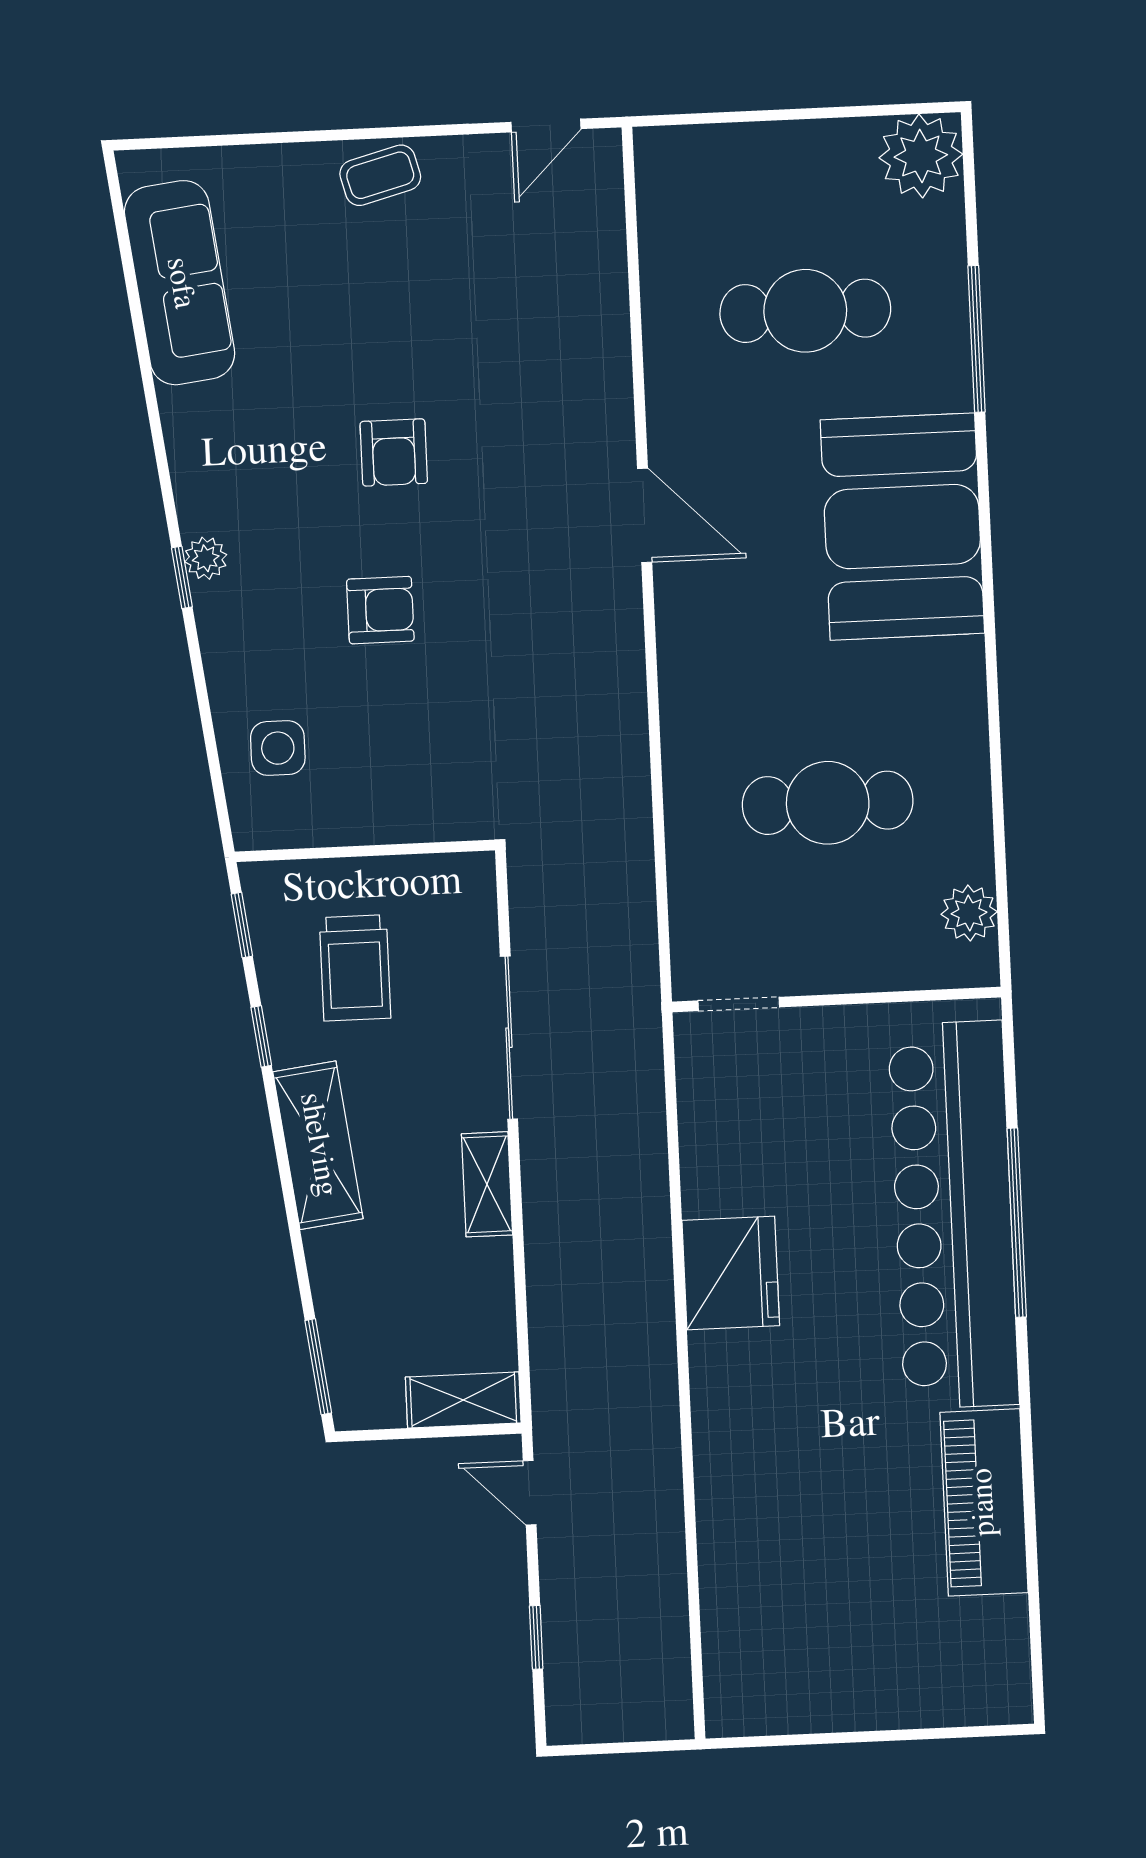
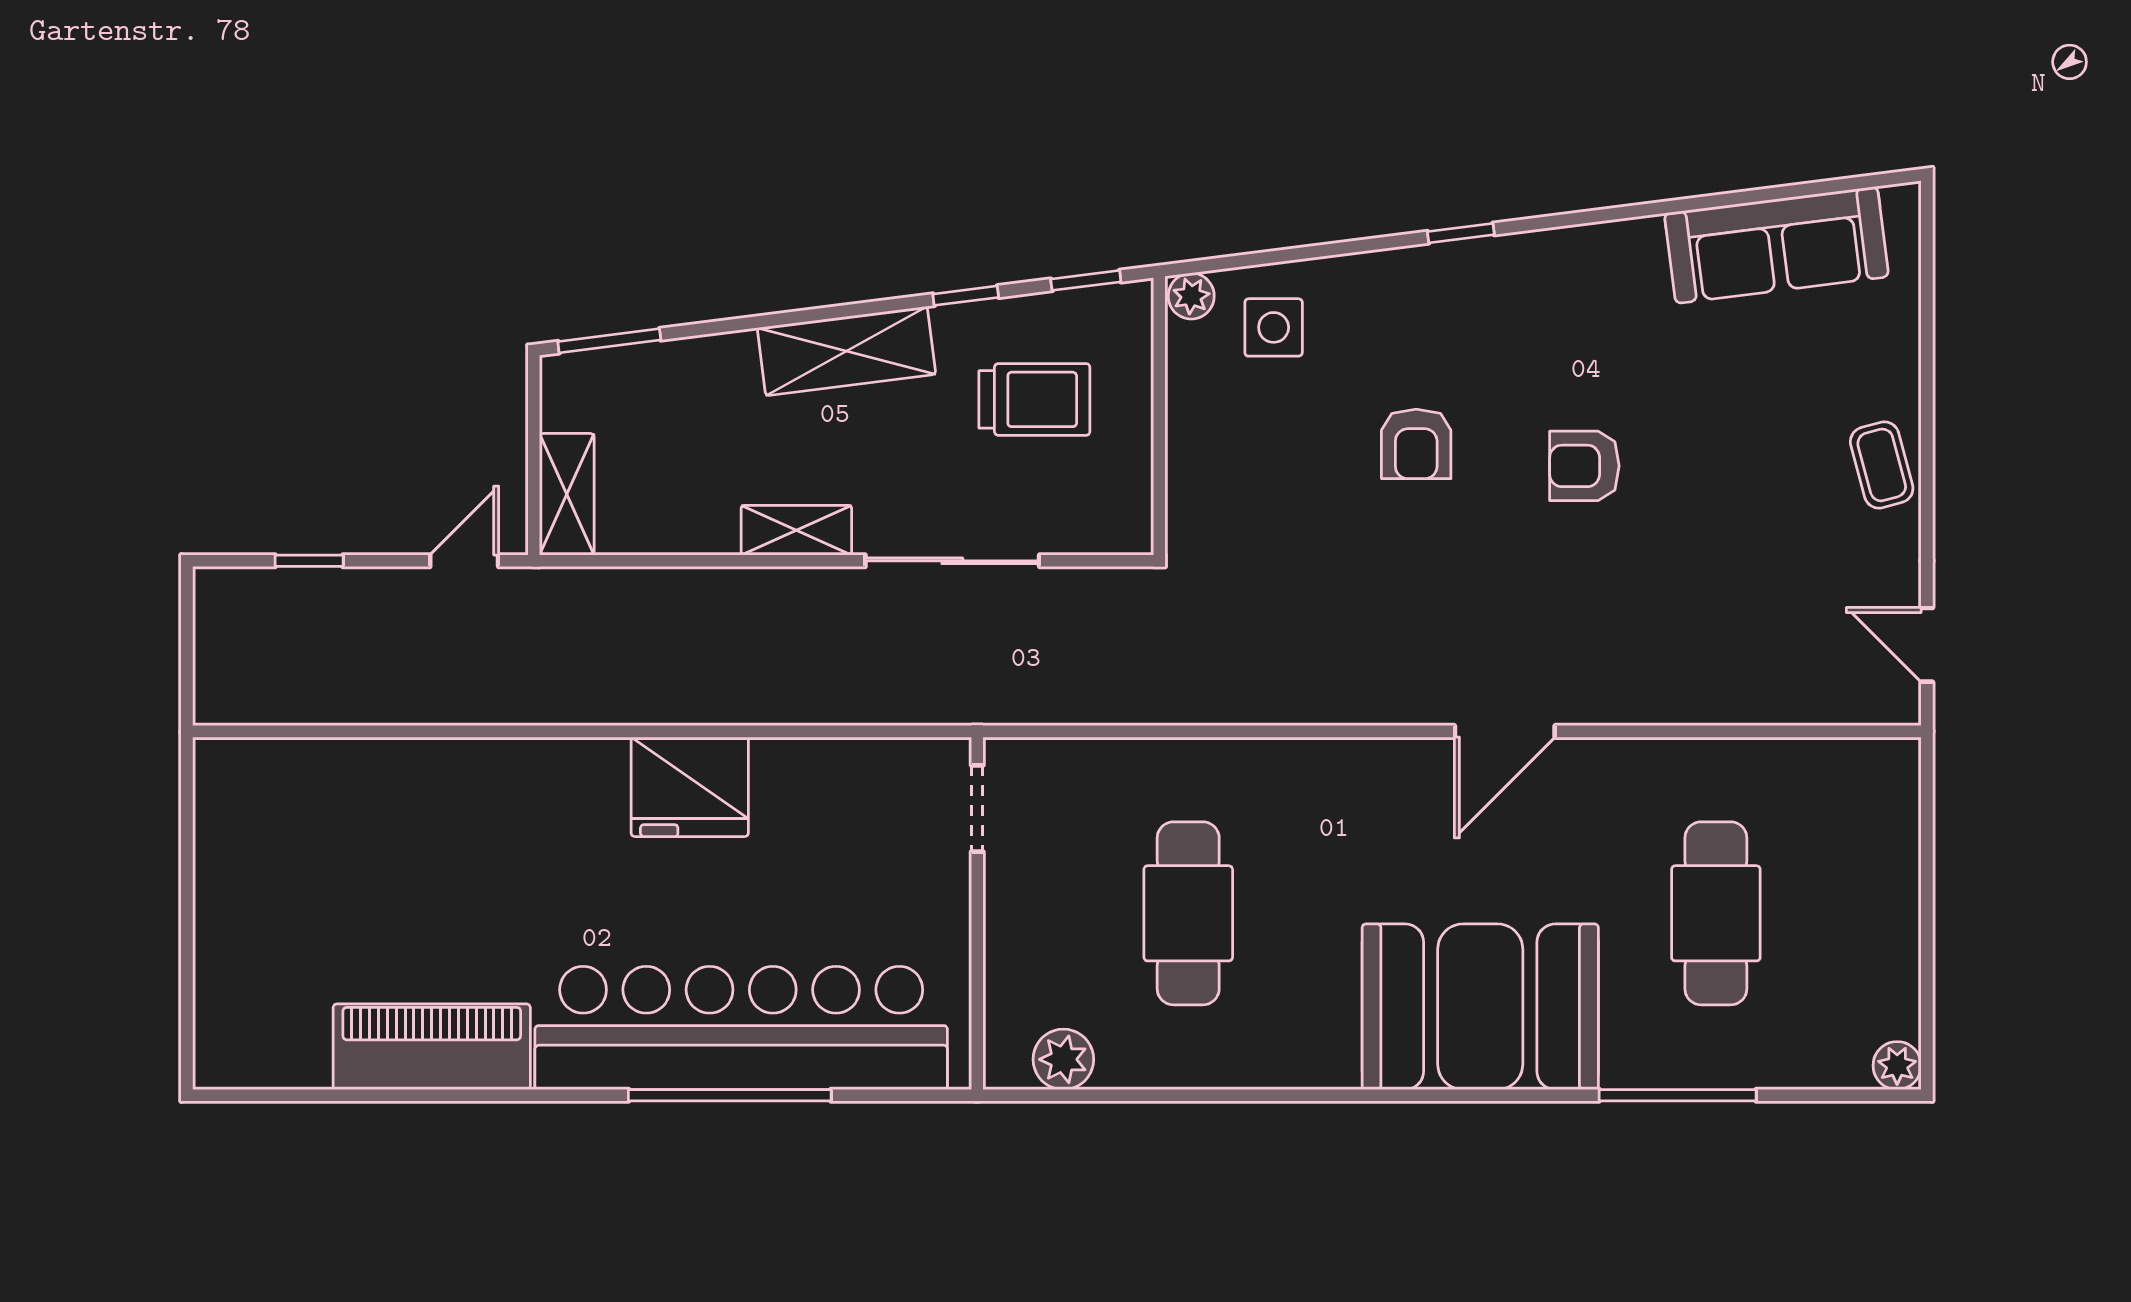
plant: (921, 156) -> (1897, 1066), width x0.53, depth x0.53
plant: (206, 558) -> (1191, 296), moved
trolley: (355, 968) -> (1034, 399), turned 180

